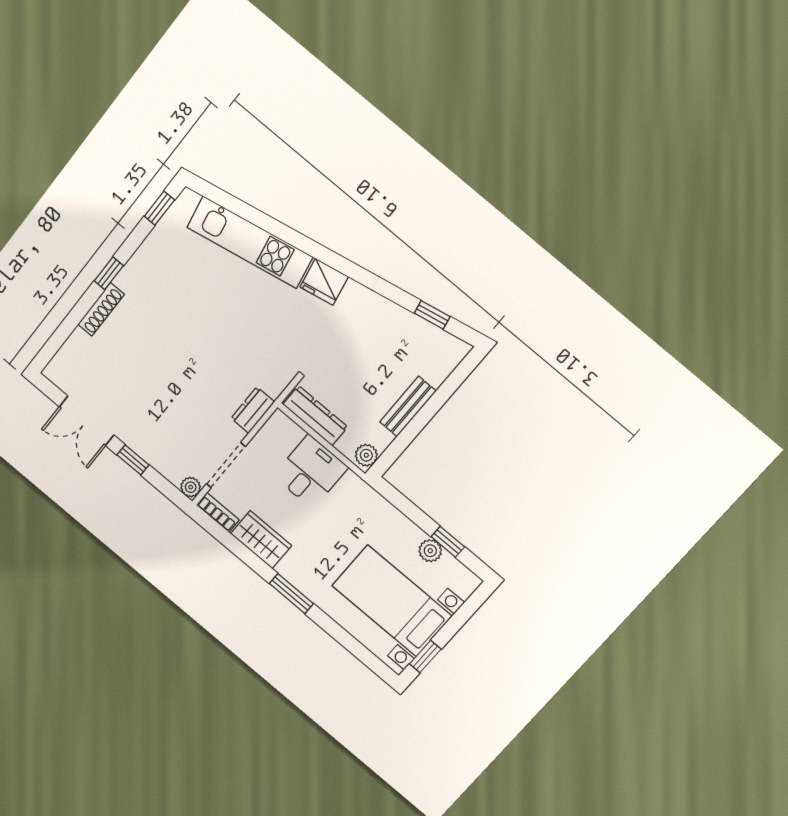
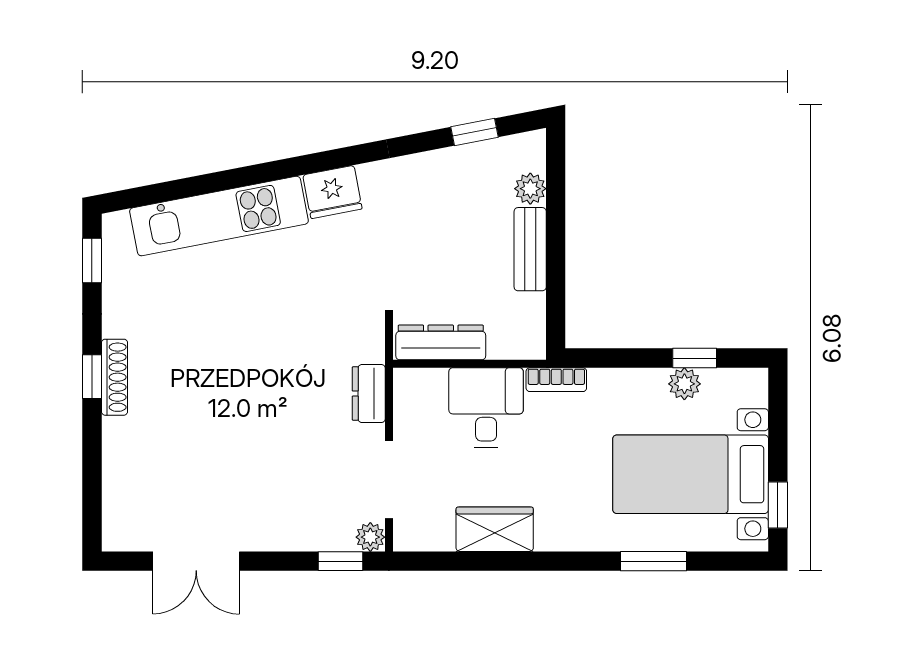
shoe rack: (101, 309) -> (114, 377), moved
plant: (366, 455) -> (530, 189), moved
window: (133, 460) -> (341, 561), moved
bookcase: (218, 512) -> (556, 380), moved, turned 180
window: (291, 594) -> (653, 561), moved

